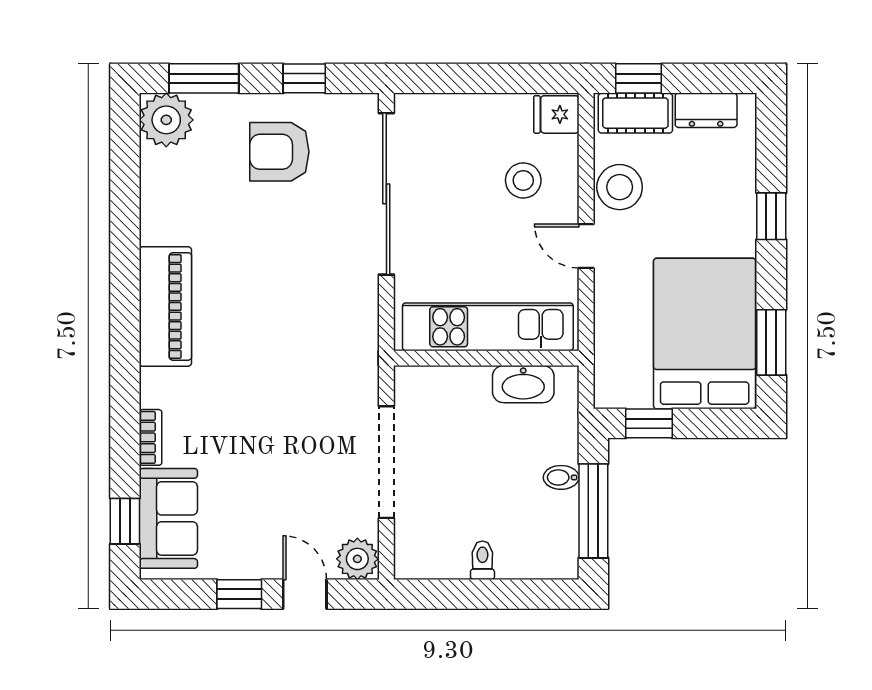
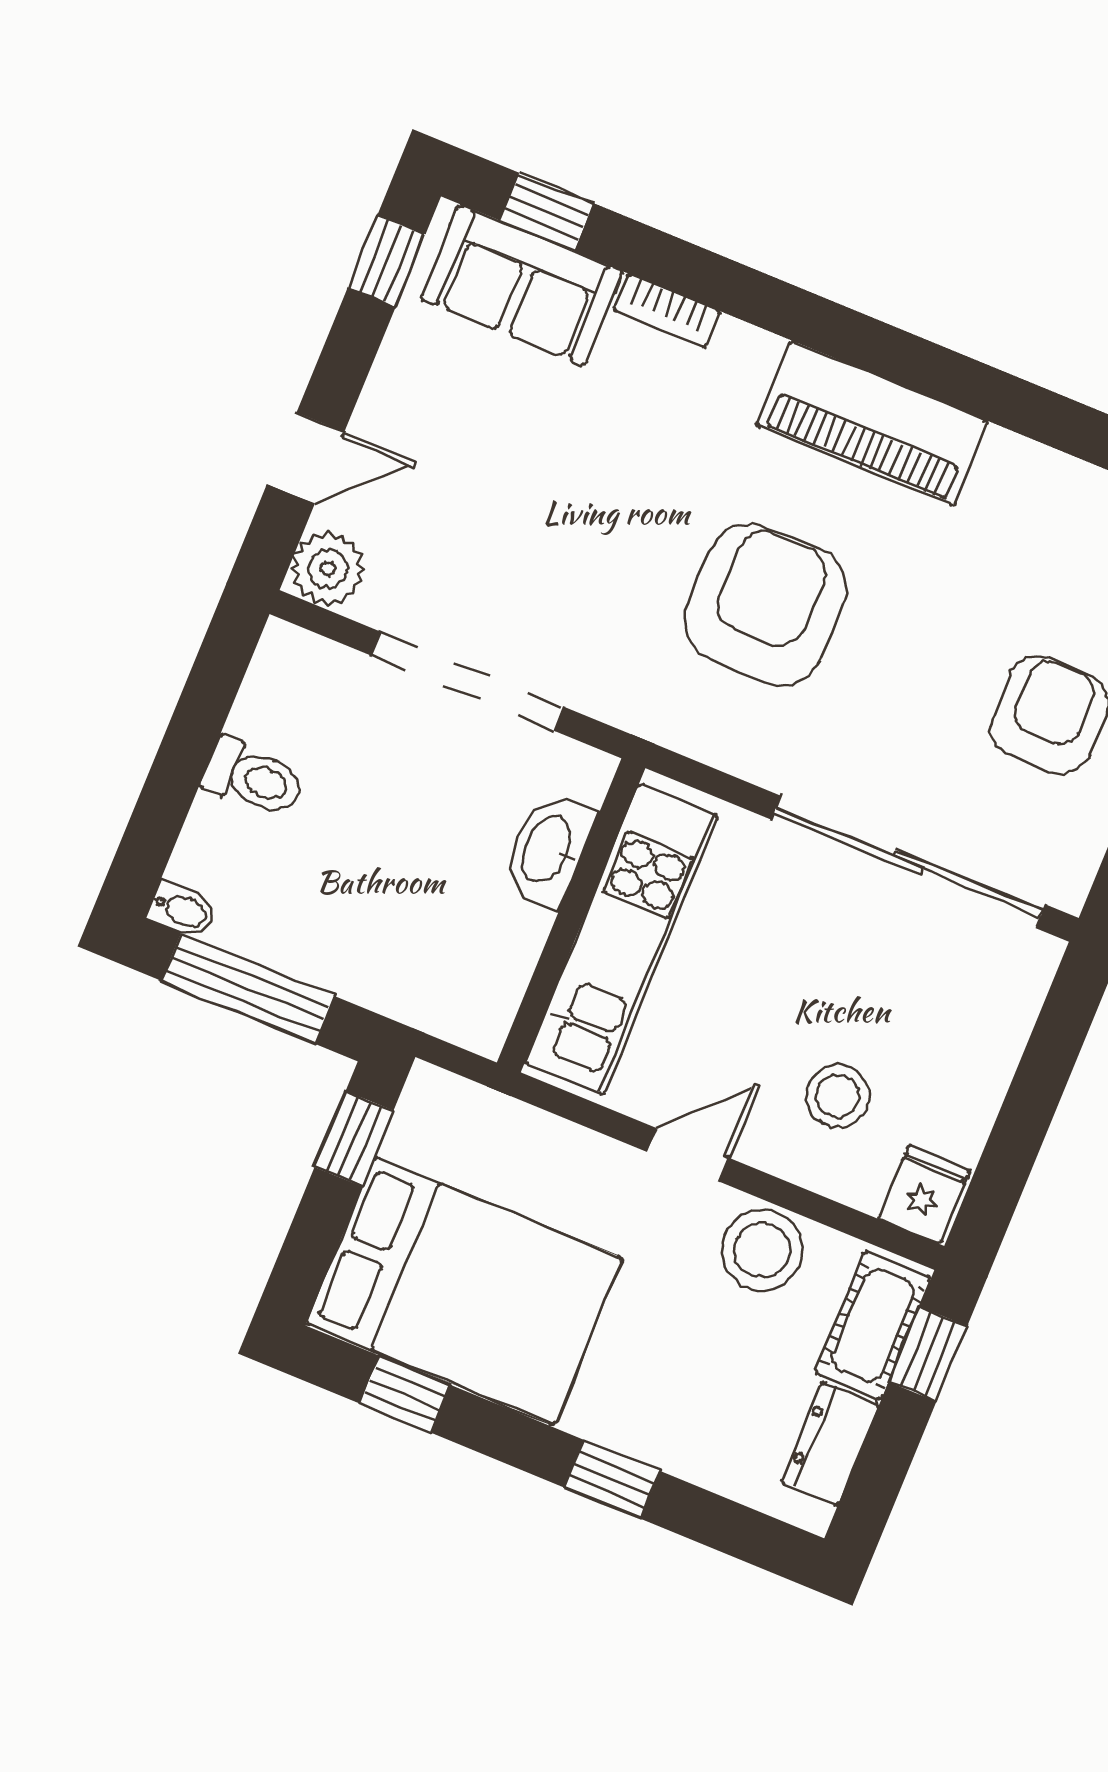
armchair: (283, 323) -> (765, 605), added
window: (771, 342) -> (405, 1394), width x0.67
washbasin: (523, 384) -> (548, 850), moved
bidet: (561, 477) -> (182, 910), moved, turned 90
toilet: (482, 560) -> (254, 778), width x1.37, depth x1.39
window: (239, 594) -> (387, 261), moved

